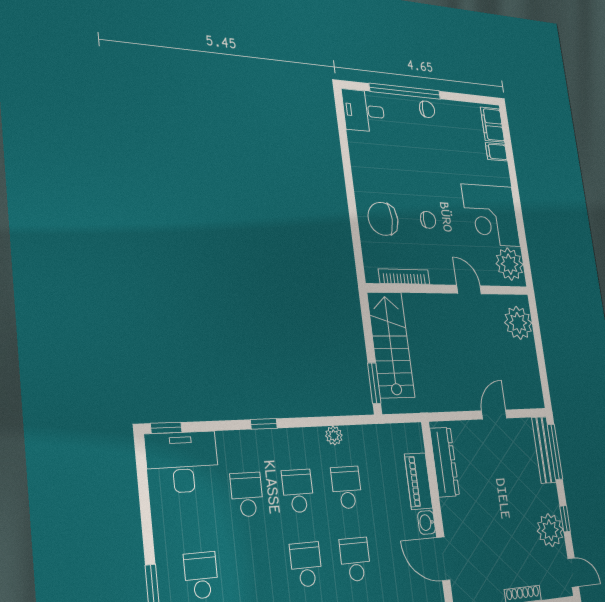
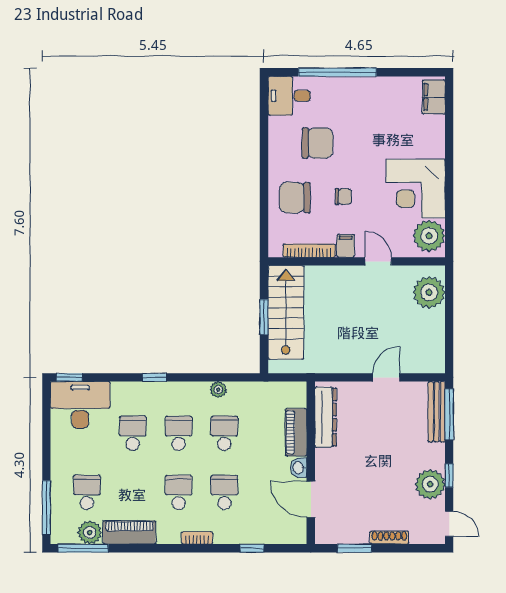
chair: (427, 109) -> (317, 143), moved, width x1.87, depth x1.87
filing cabinet: (496, 152) -> (346, 246), moved, turned 90
window: (374, 383) -> (264, 317), moved

